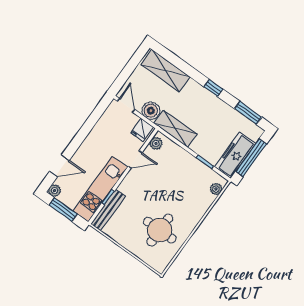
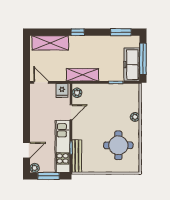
window: (213, 88) -> (78, 32), moved
boiler: (151, 111) -> (59, 75), removed
plant: (216, 189) -> (135, 117), moved

